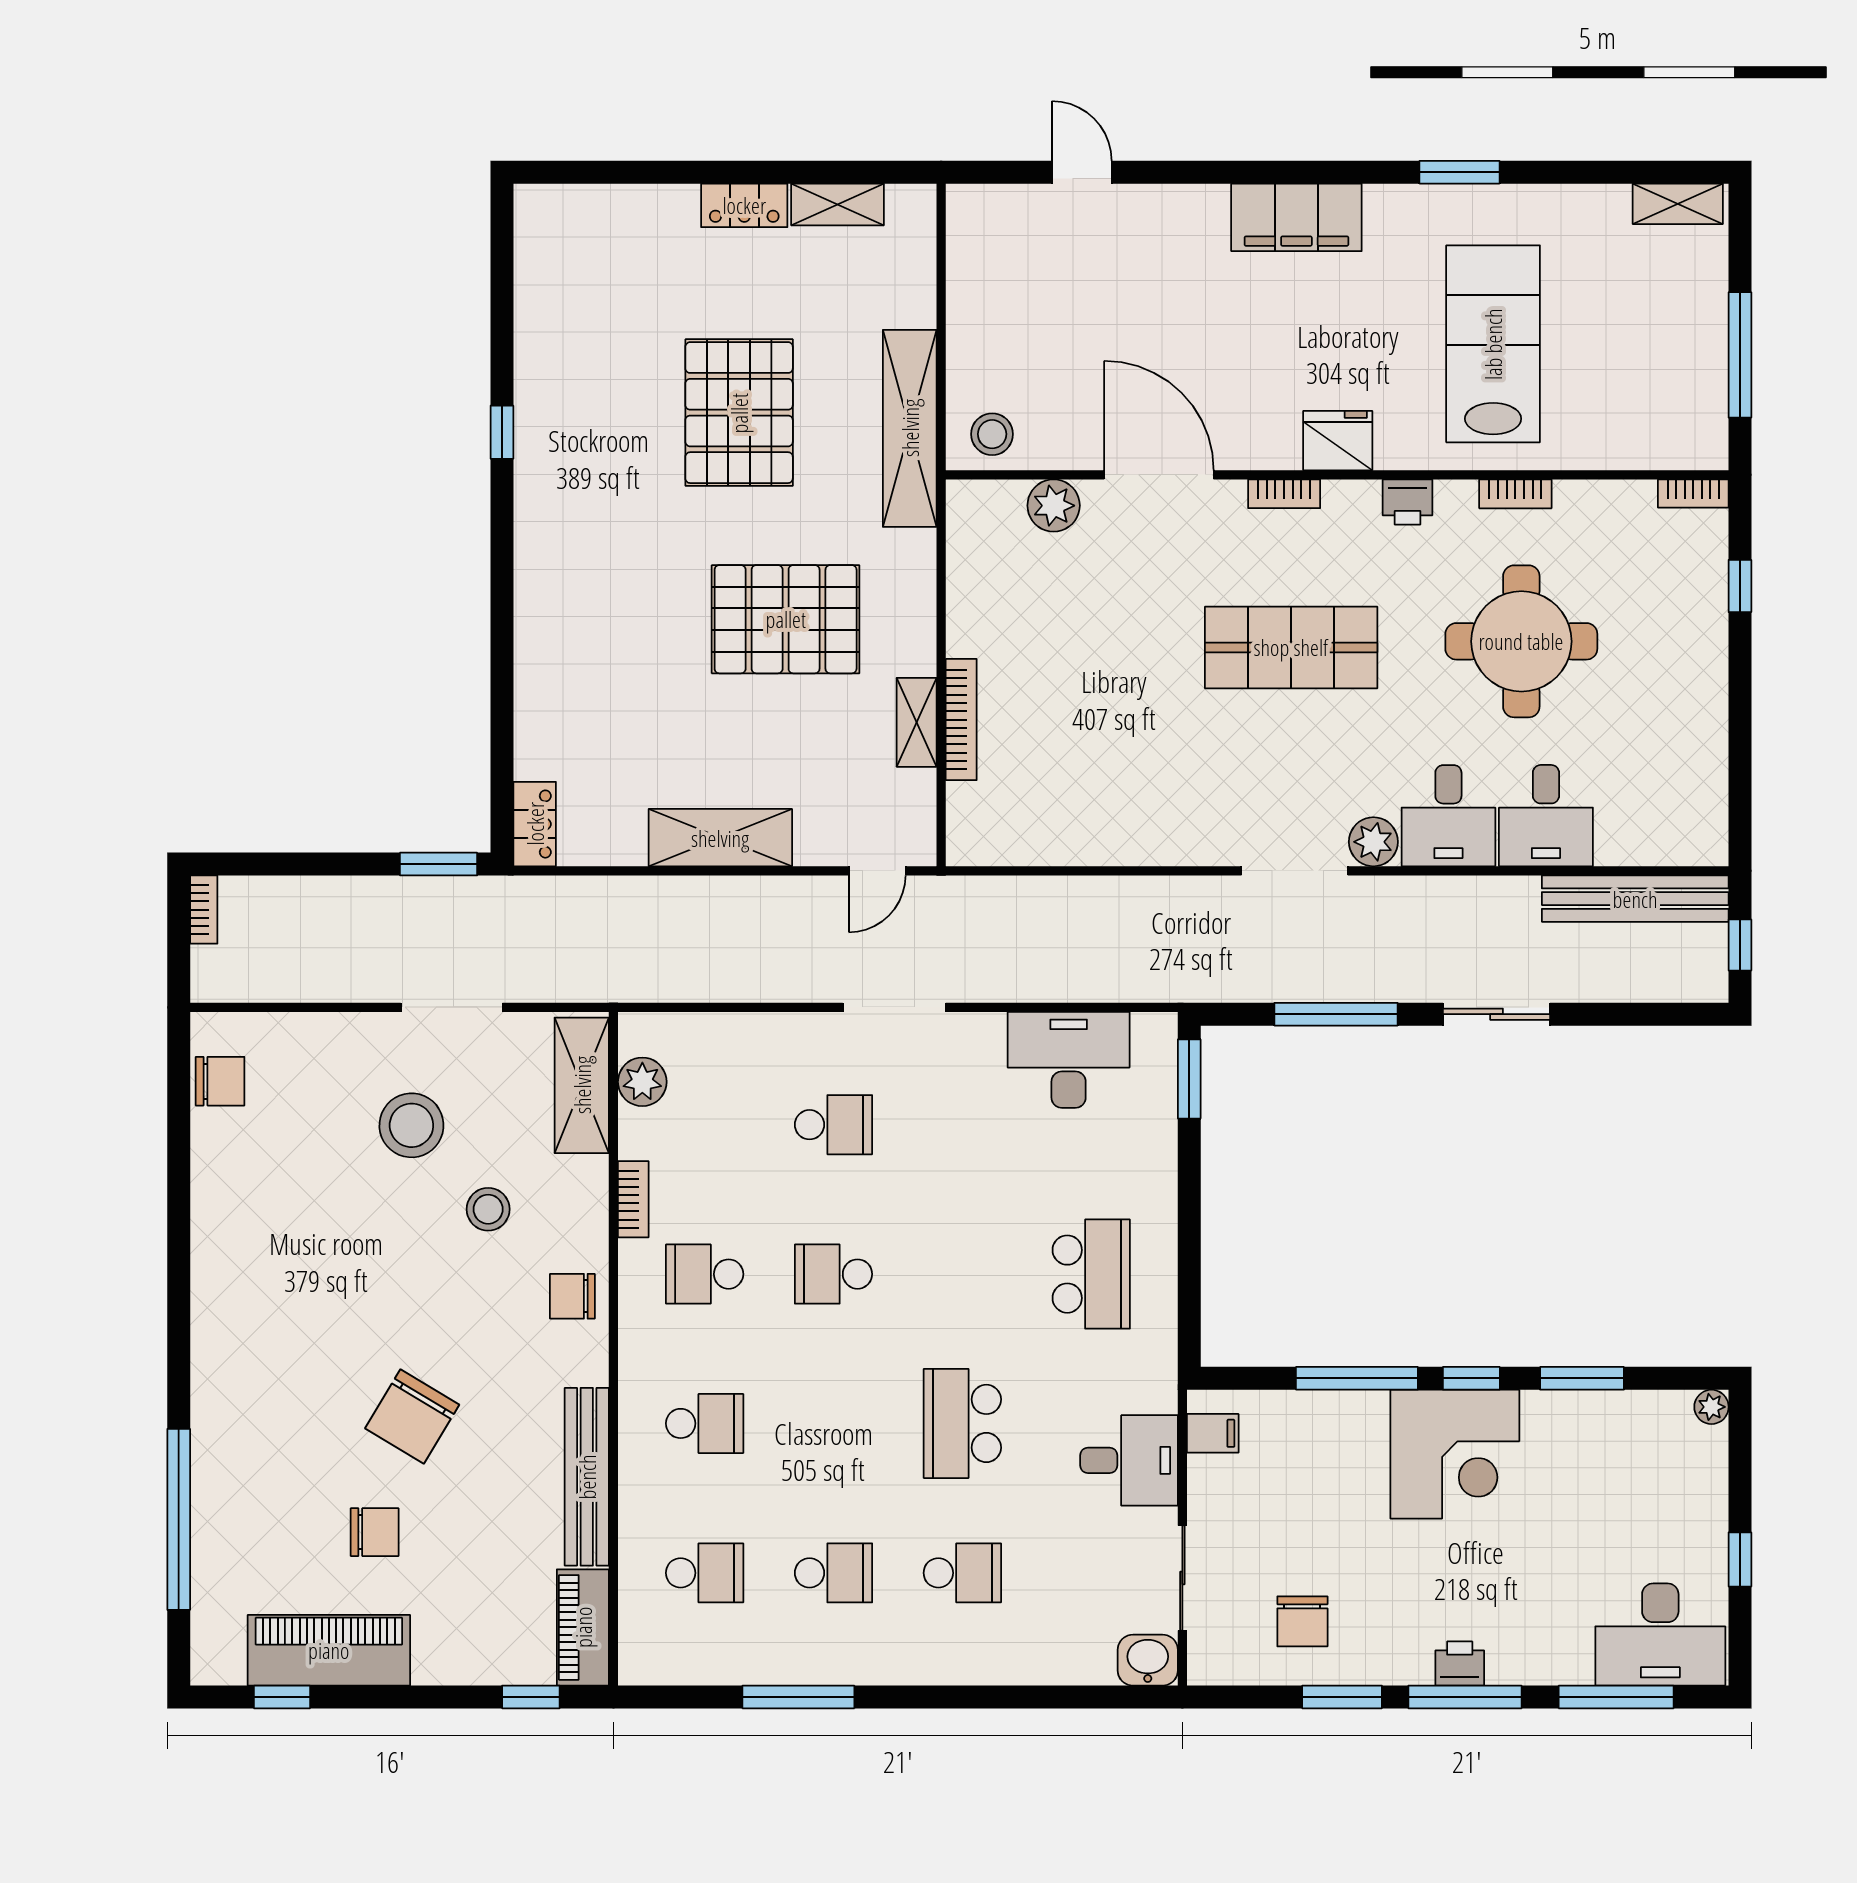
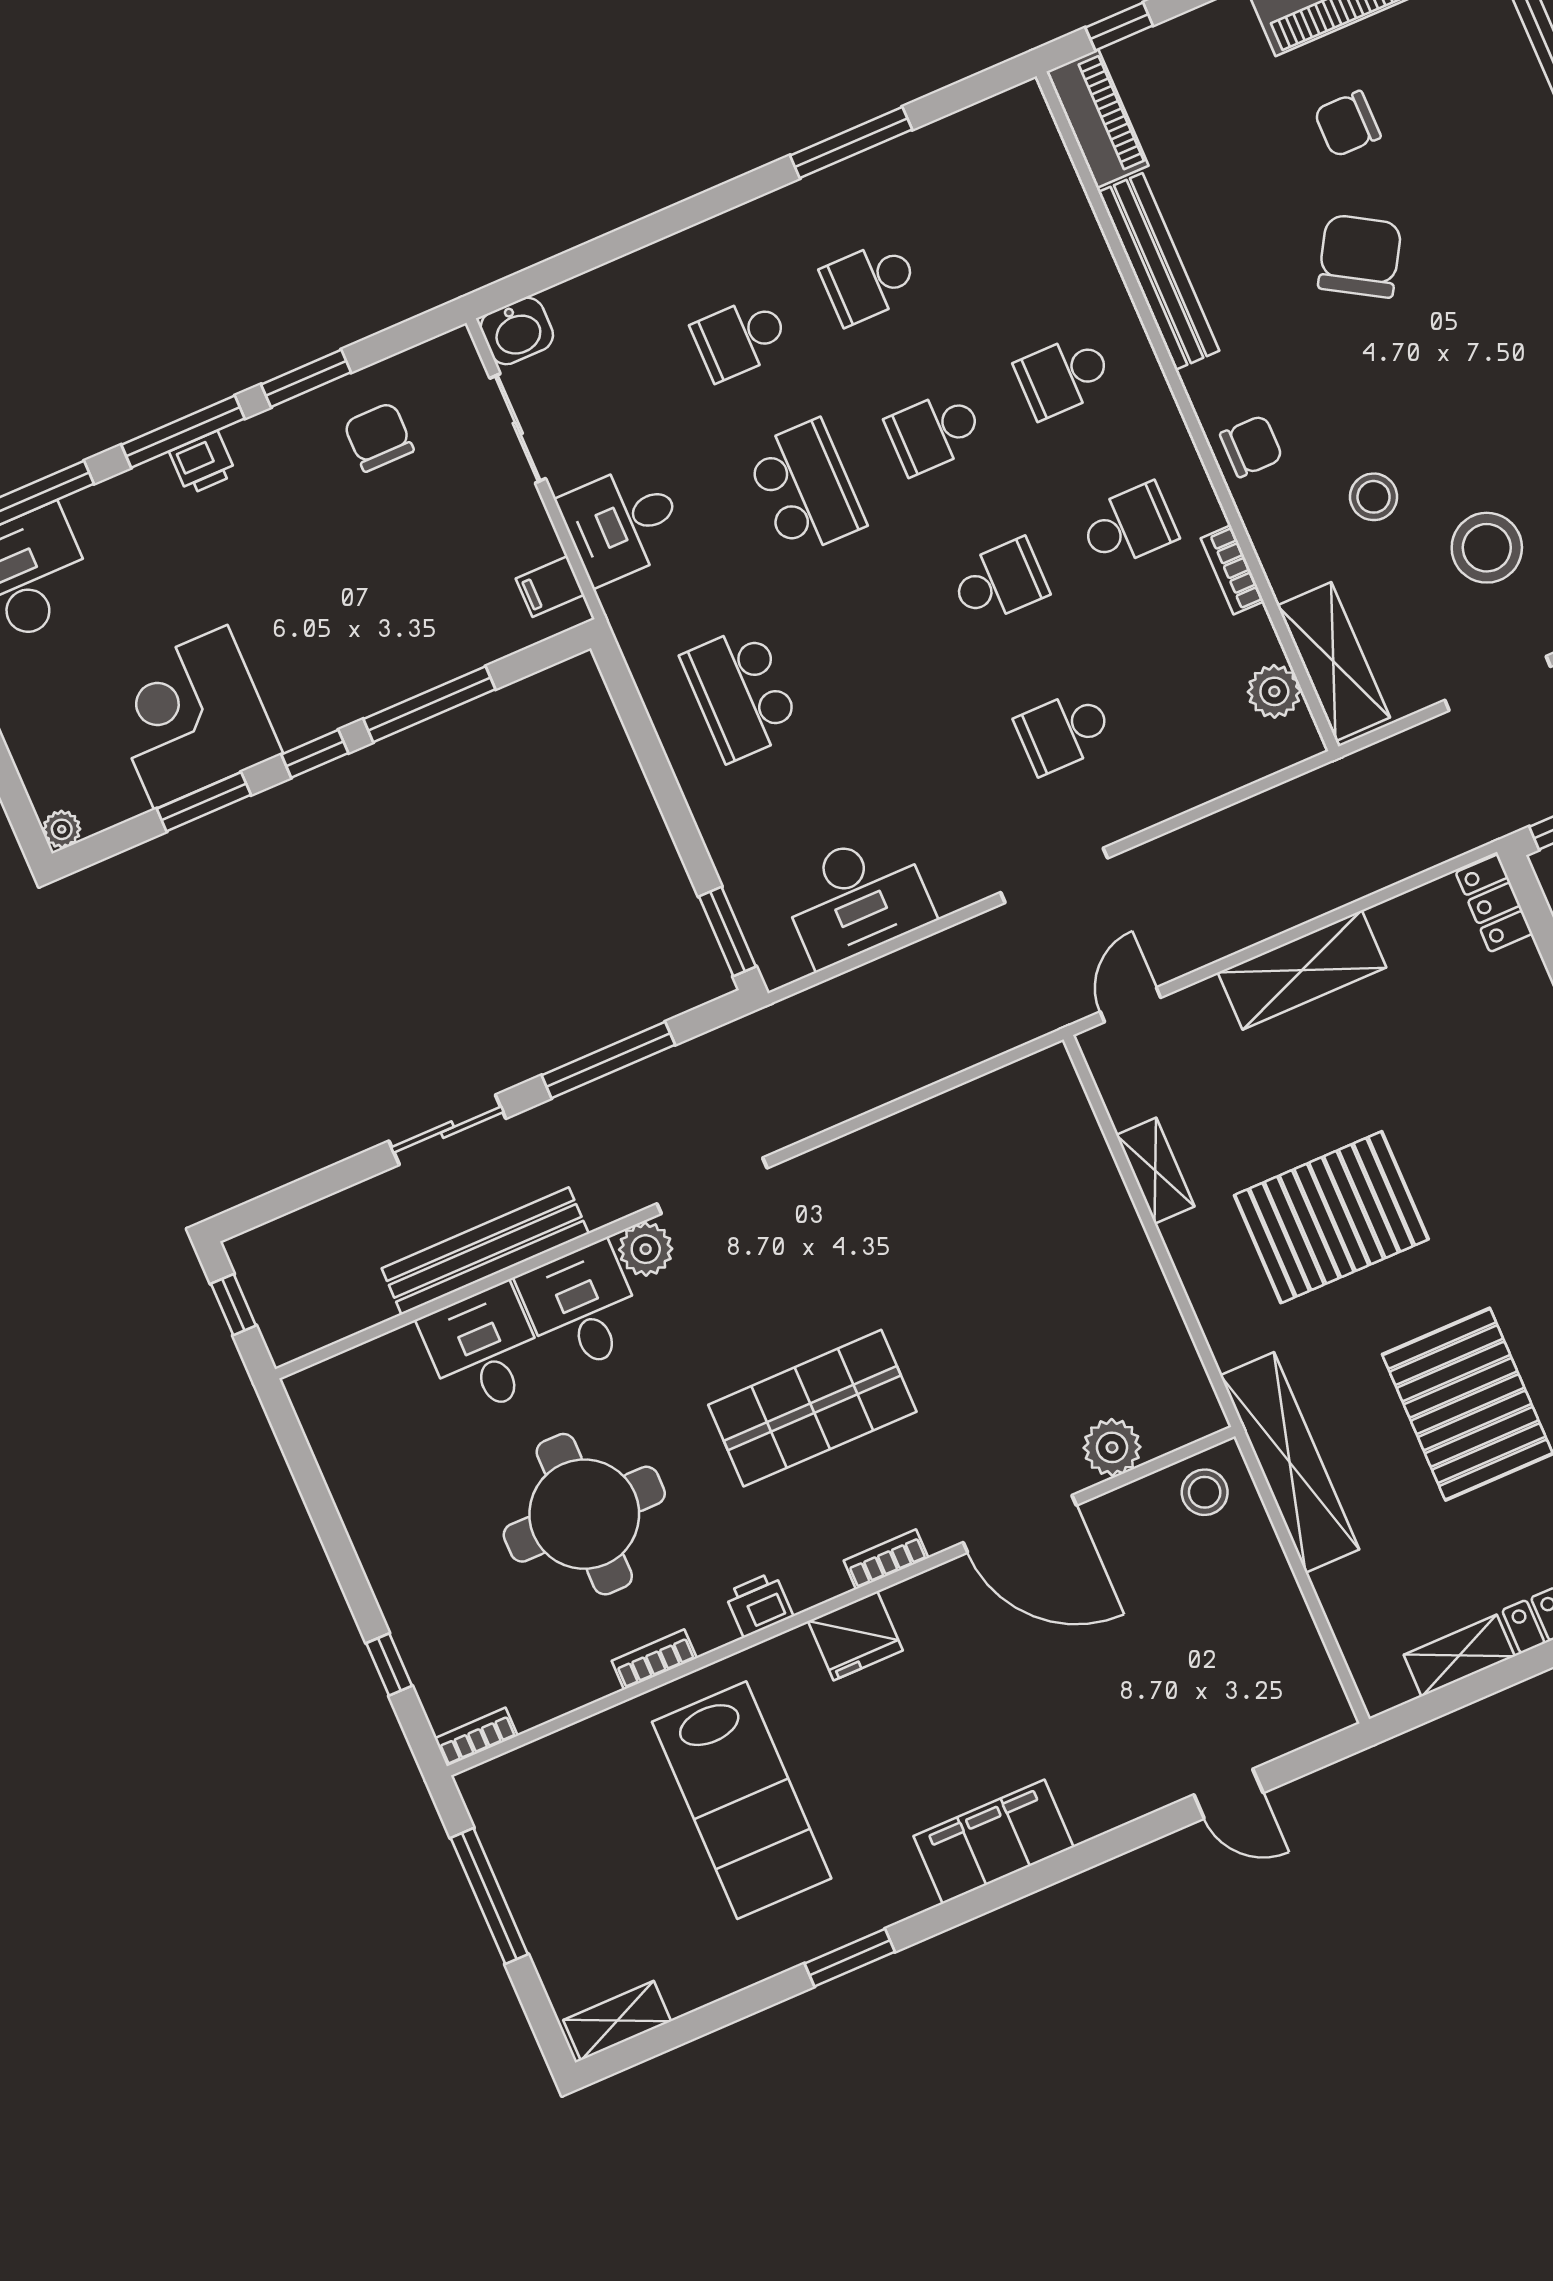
bookcase: (961, 720) -> (1112, 1193), removed
bench: (1635, 899) -> (485, 1251), moved
corner desk: (1455, 1454) -> (191, 717), moved
school desk: (705, 1573) -> (934, 432), moved

